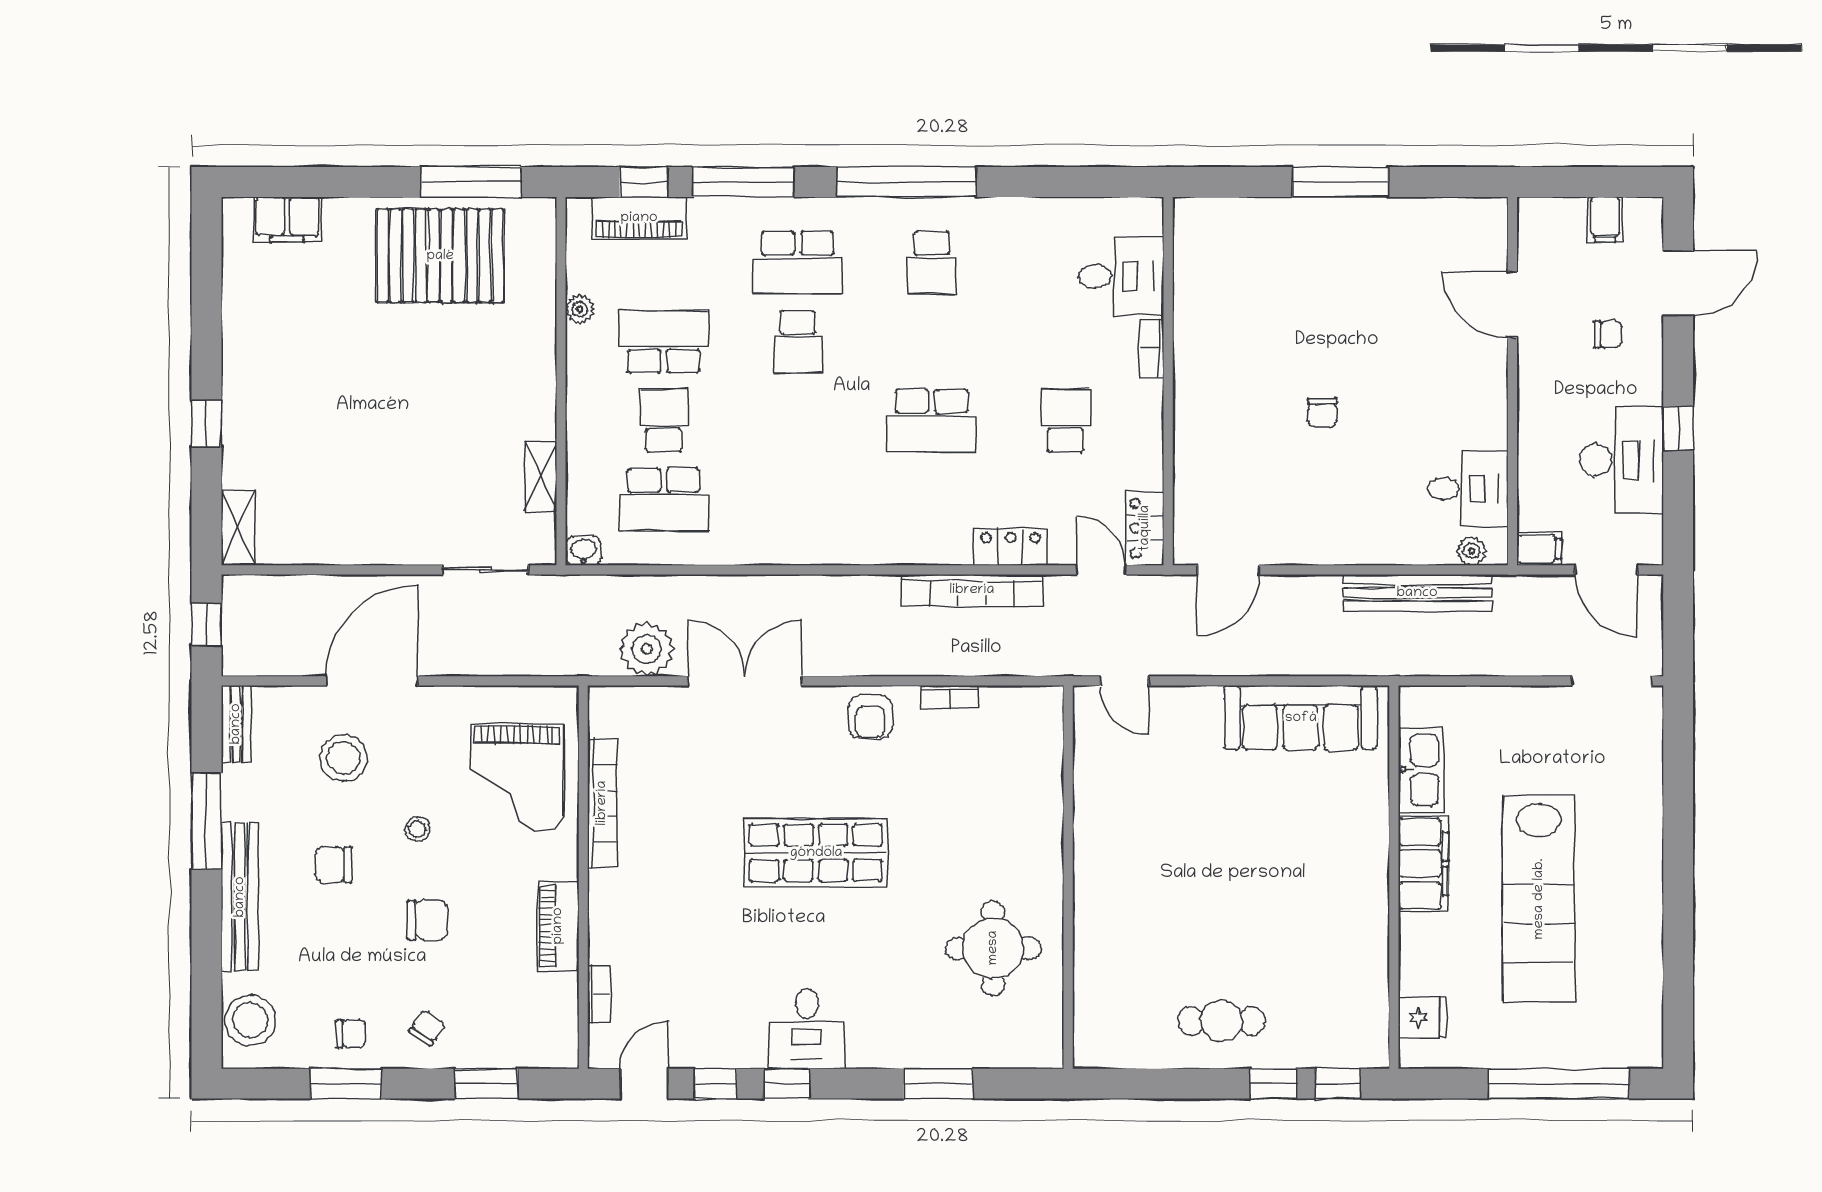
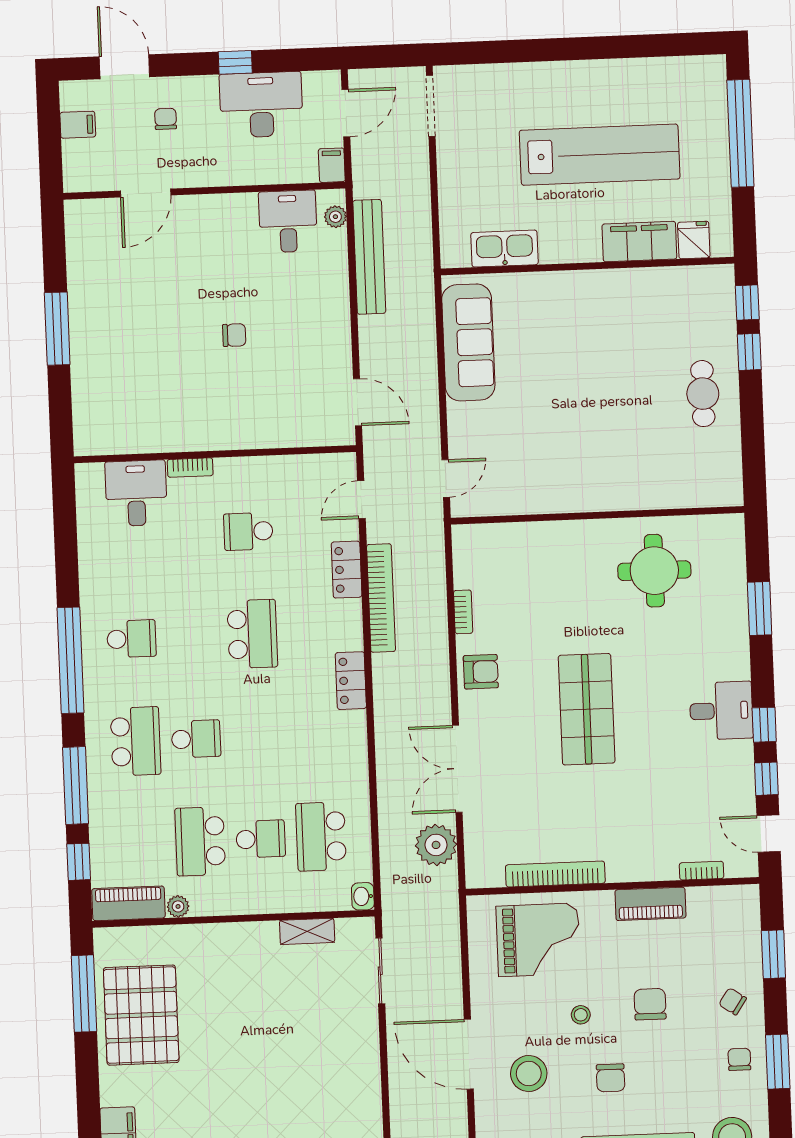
piano: (639, 218) -> (128, 903), moved, turned -90
school desk: (664, 421) -> (261, 839), turned 180
school desk: (664, 500) -> (321, 836), turned 180
locker: (1145, 528) -> (351, 681), moved, turned 90
filing cabinet: (1423, 864) -> (639, 242), moved

